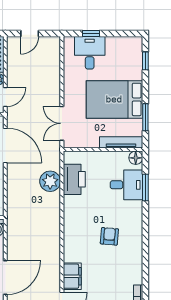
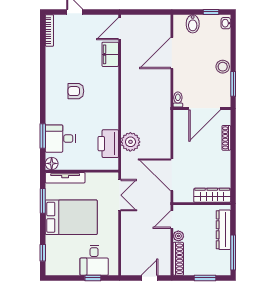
armchair: (109, 236) -> (76, 91), turned 85

